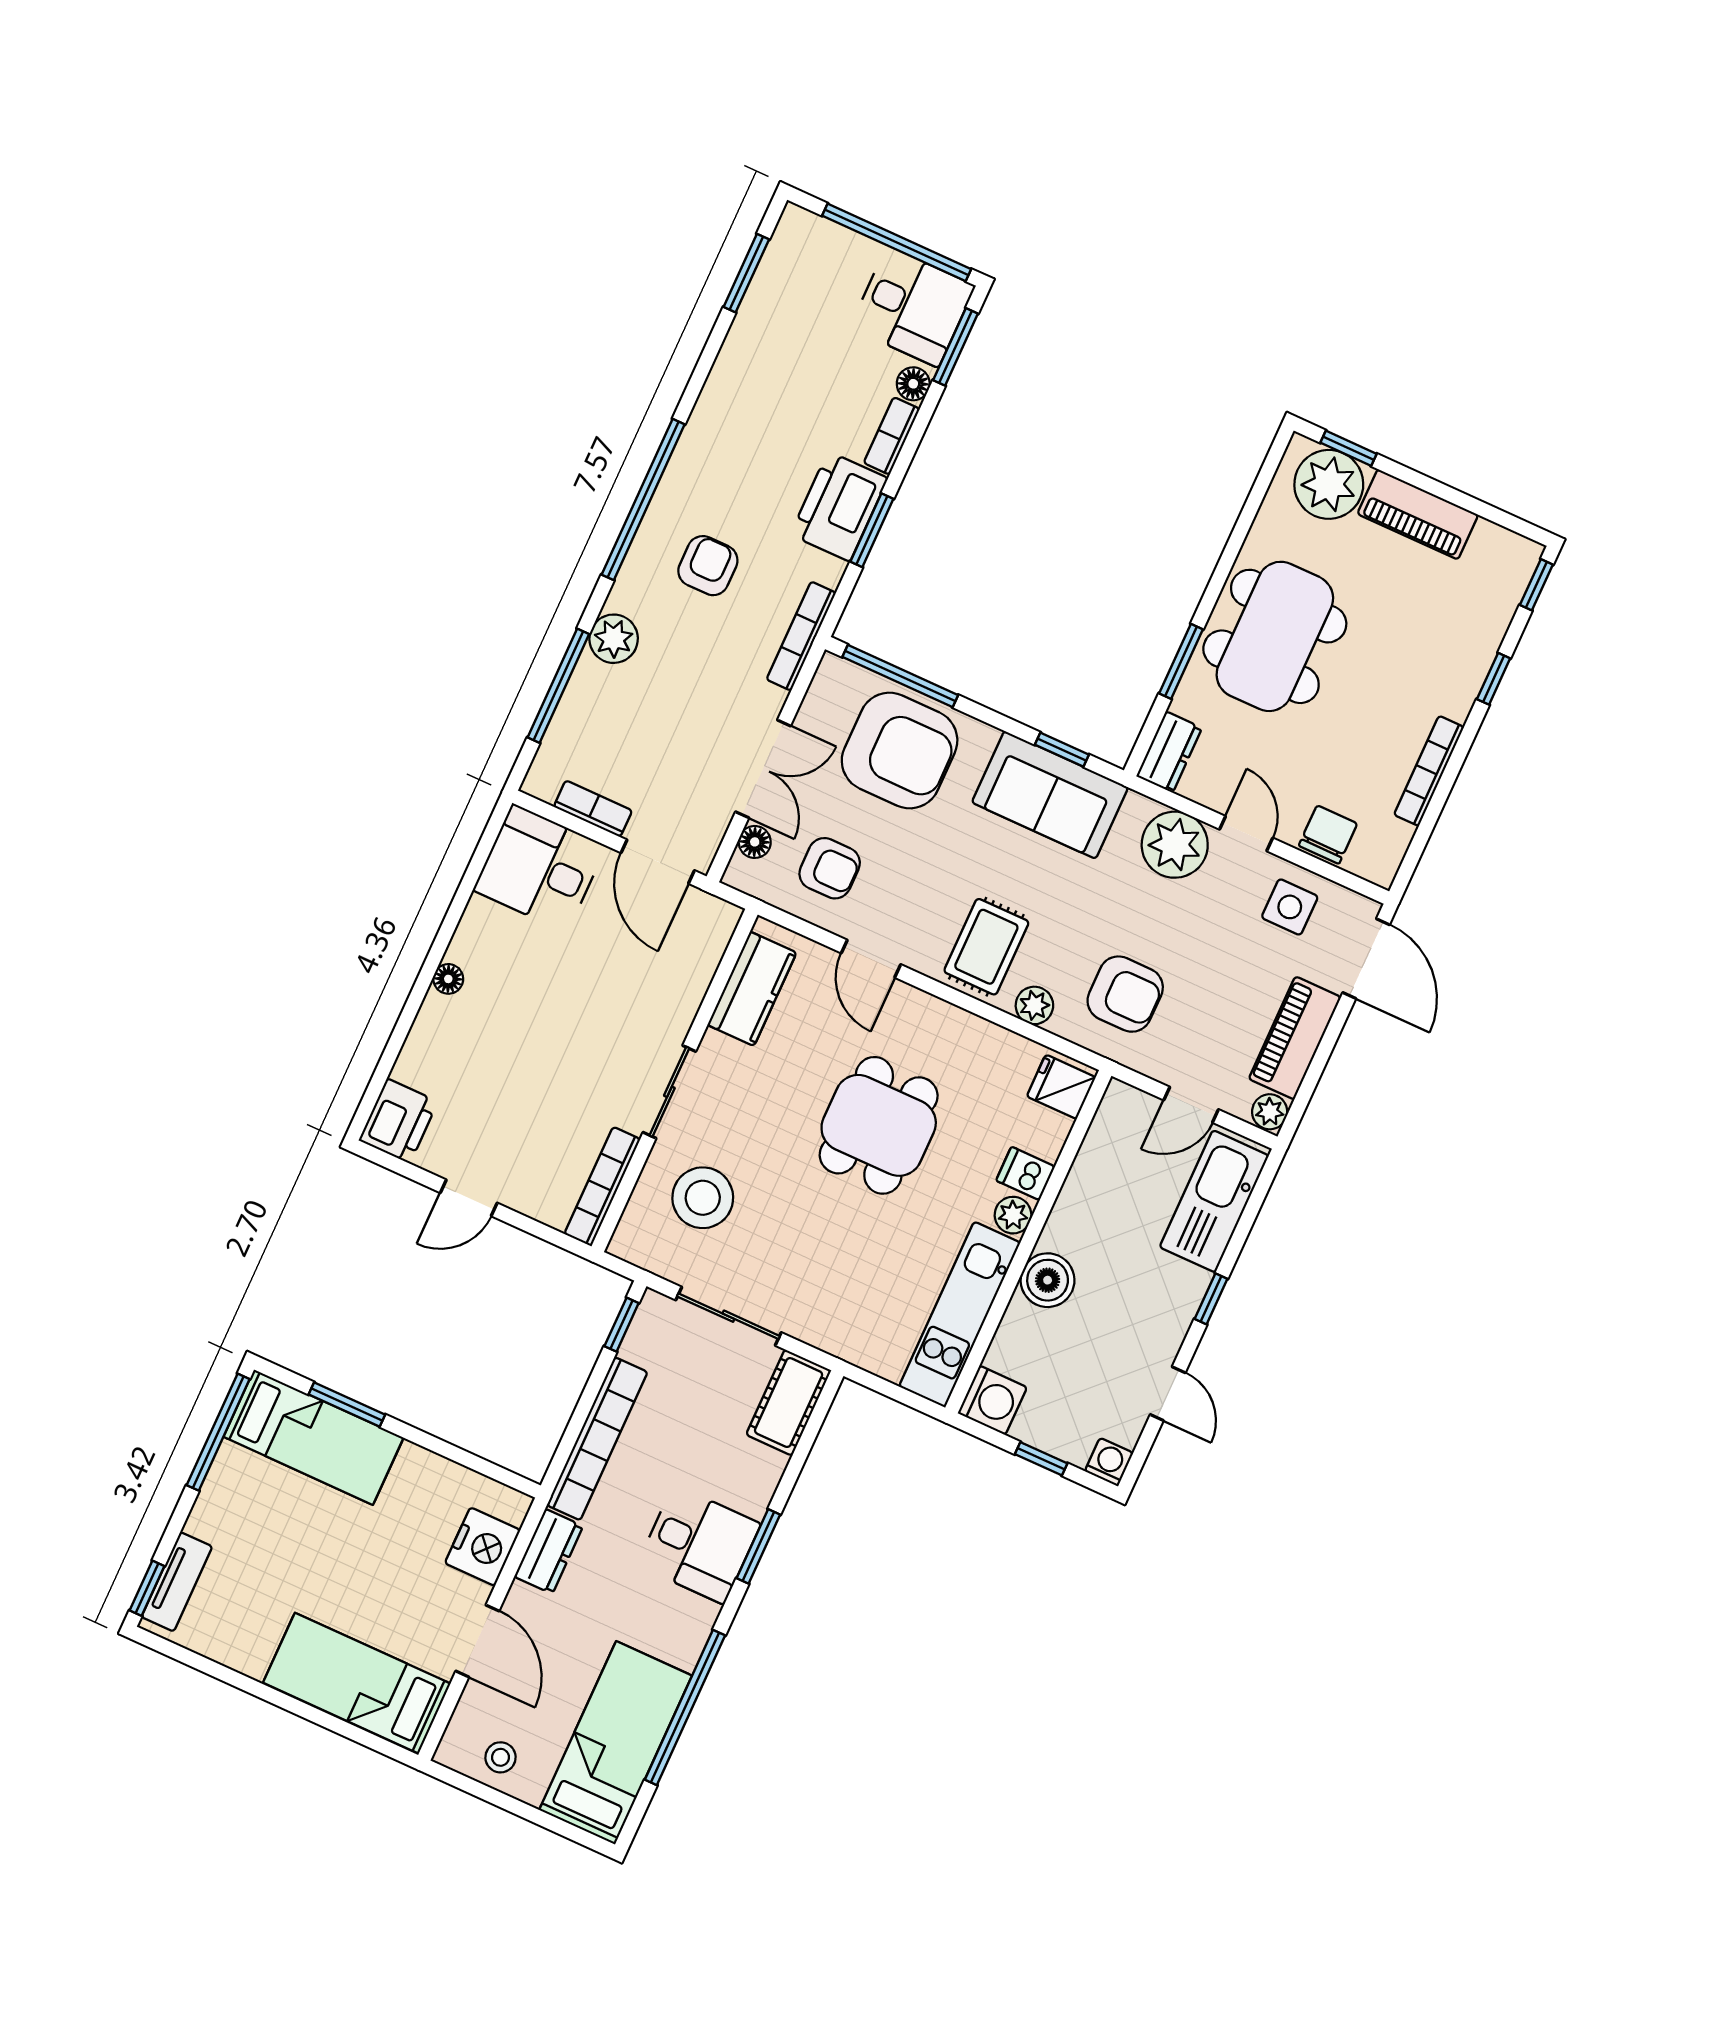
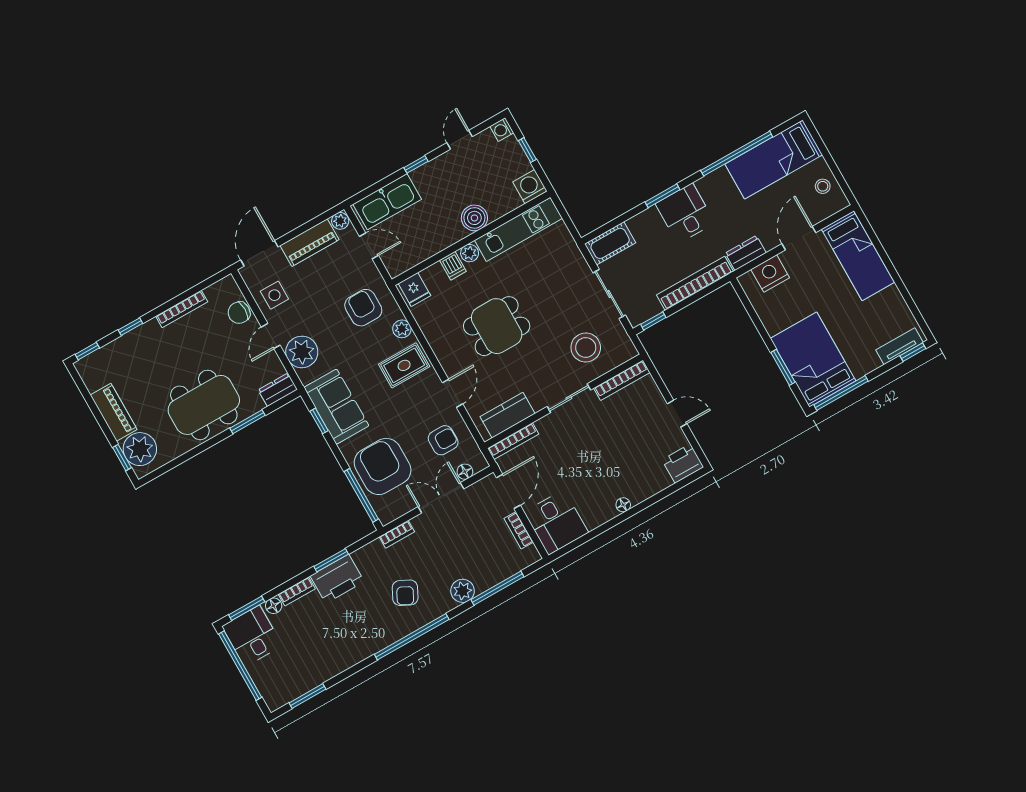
armchair: (708, 566) -> (405, 593), turned -63
bookcase: (801, 636) -> (397, 534), width x0.64
armchair: (830, 868) -> (443, 440), turned 90
bookcase: (711, 952) -> (513, 441), added
bed: (313, 1437) -> (813, 360), width x1.50

